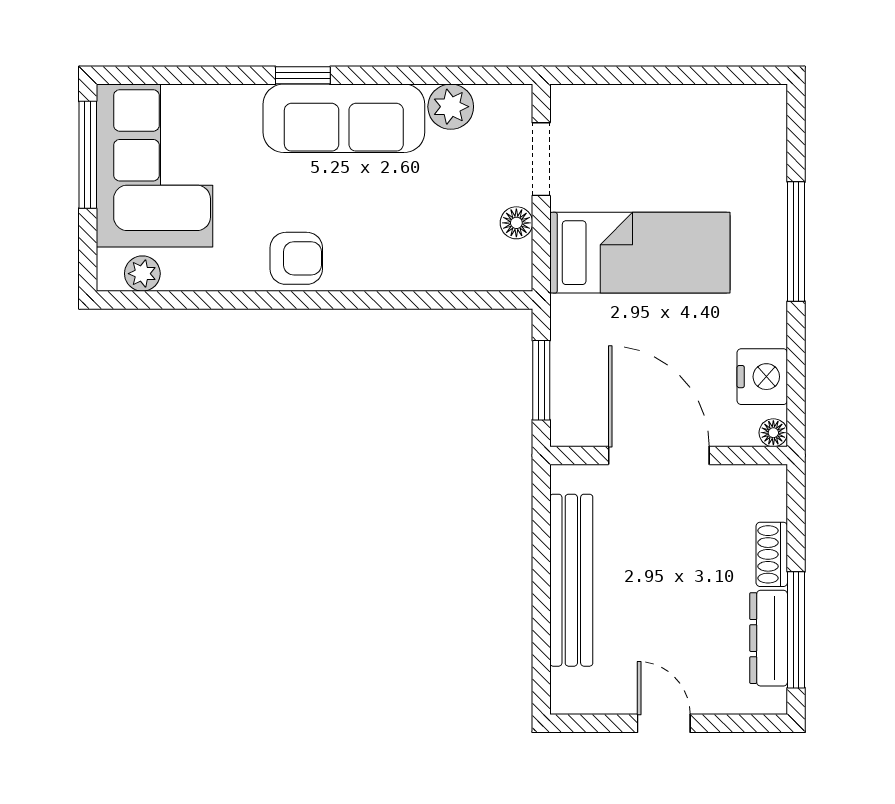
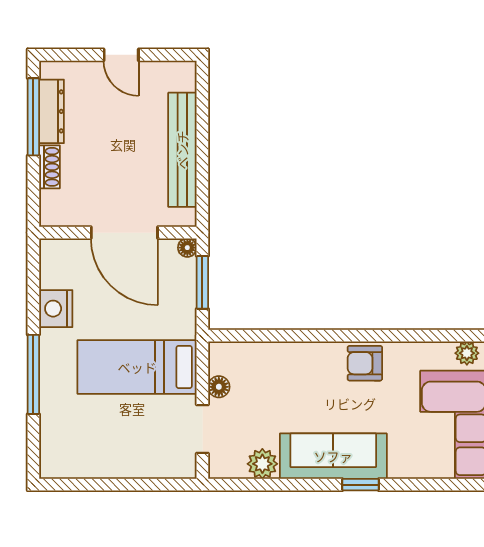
nightstand: (762, 377) -> (56, 309), moved
floor lamp: (773, 433) -> (187, 248), moved

